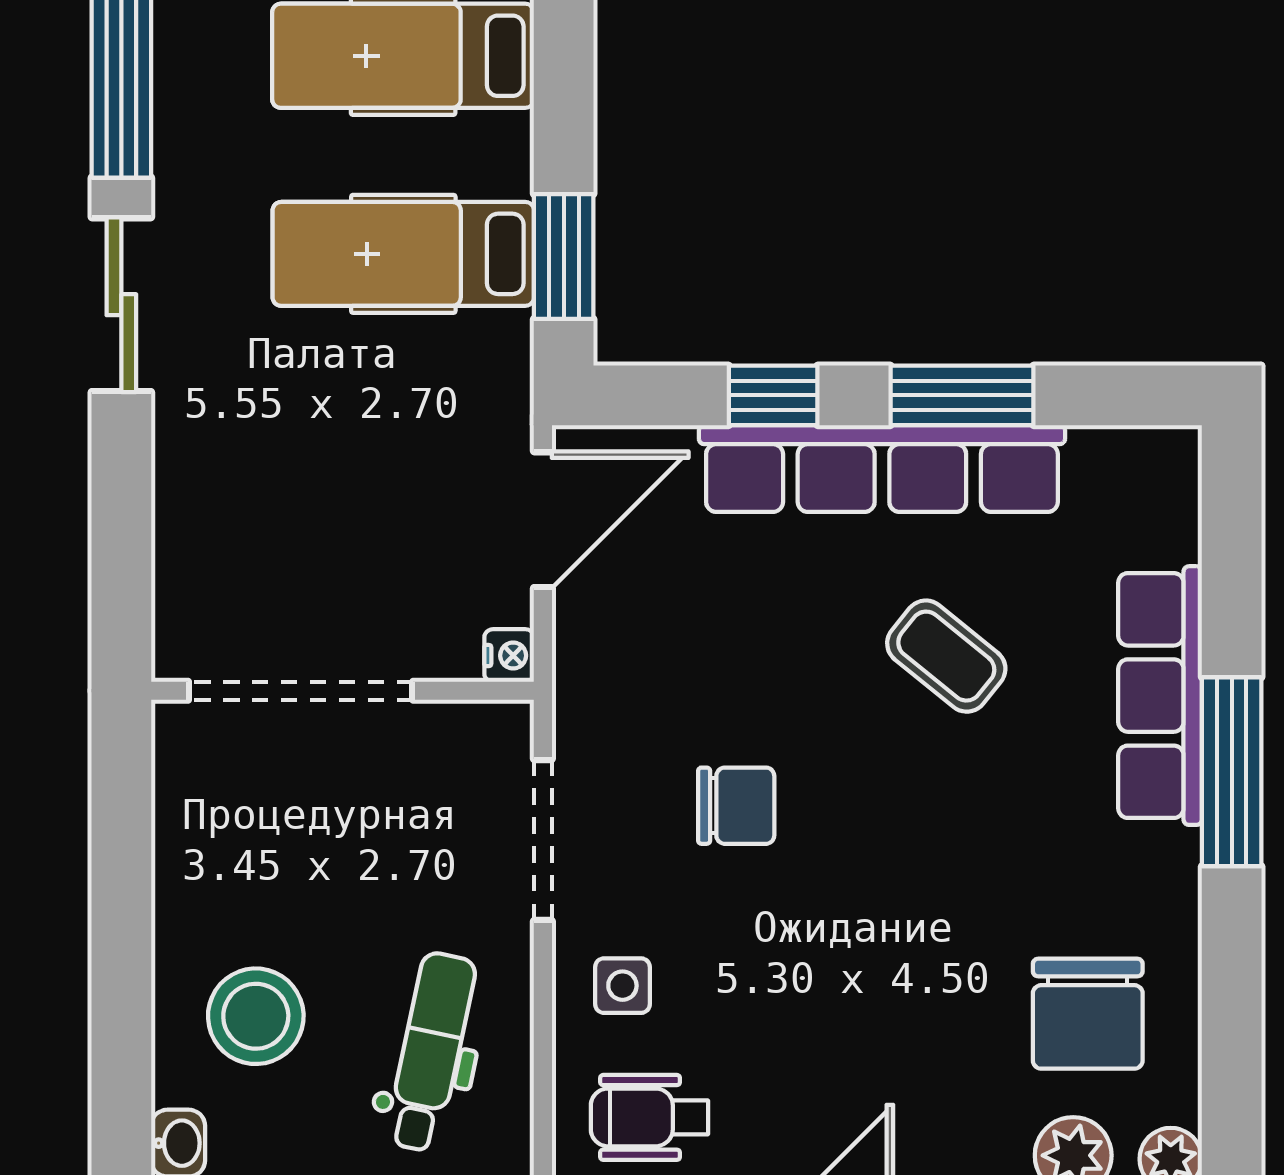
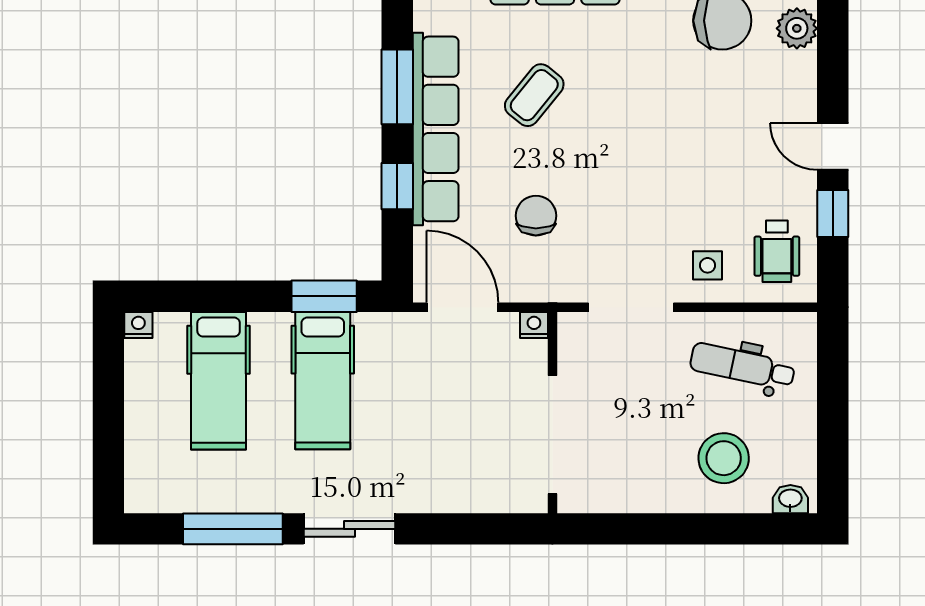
chair: (736, 806) -> (536, 216), moved

